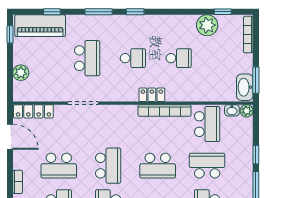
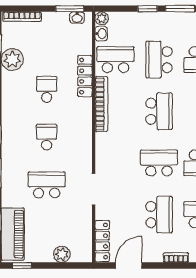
washbasin: (245, 87) -> (77, 18), width x0.52, depth x0.69
locker: (152, 95) -> (85, 76), moved, width x1.53

